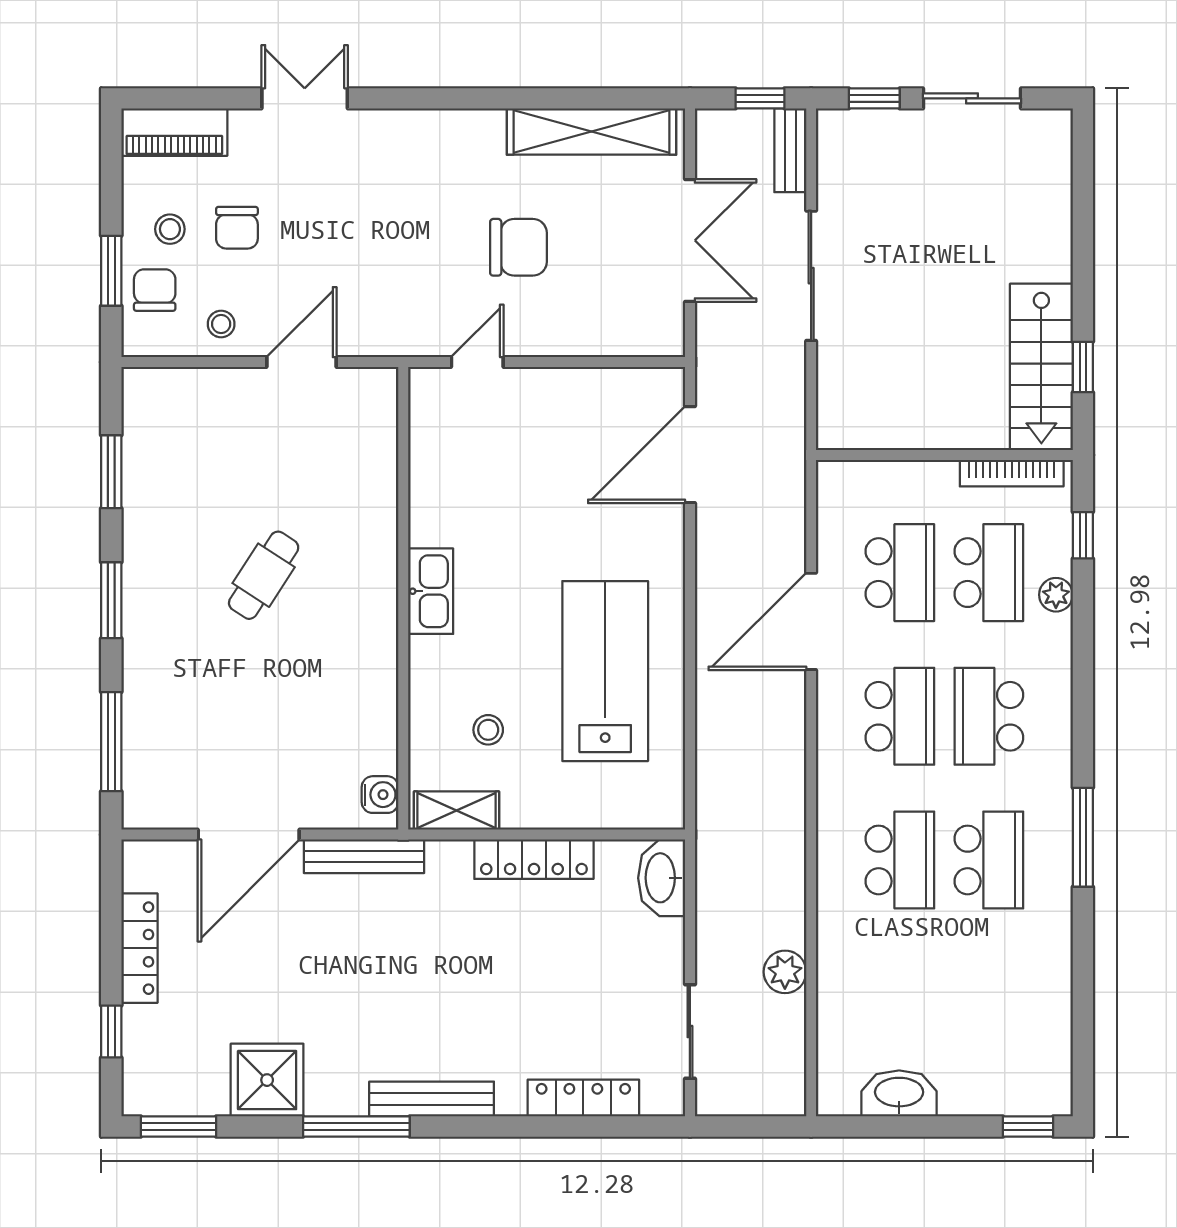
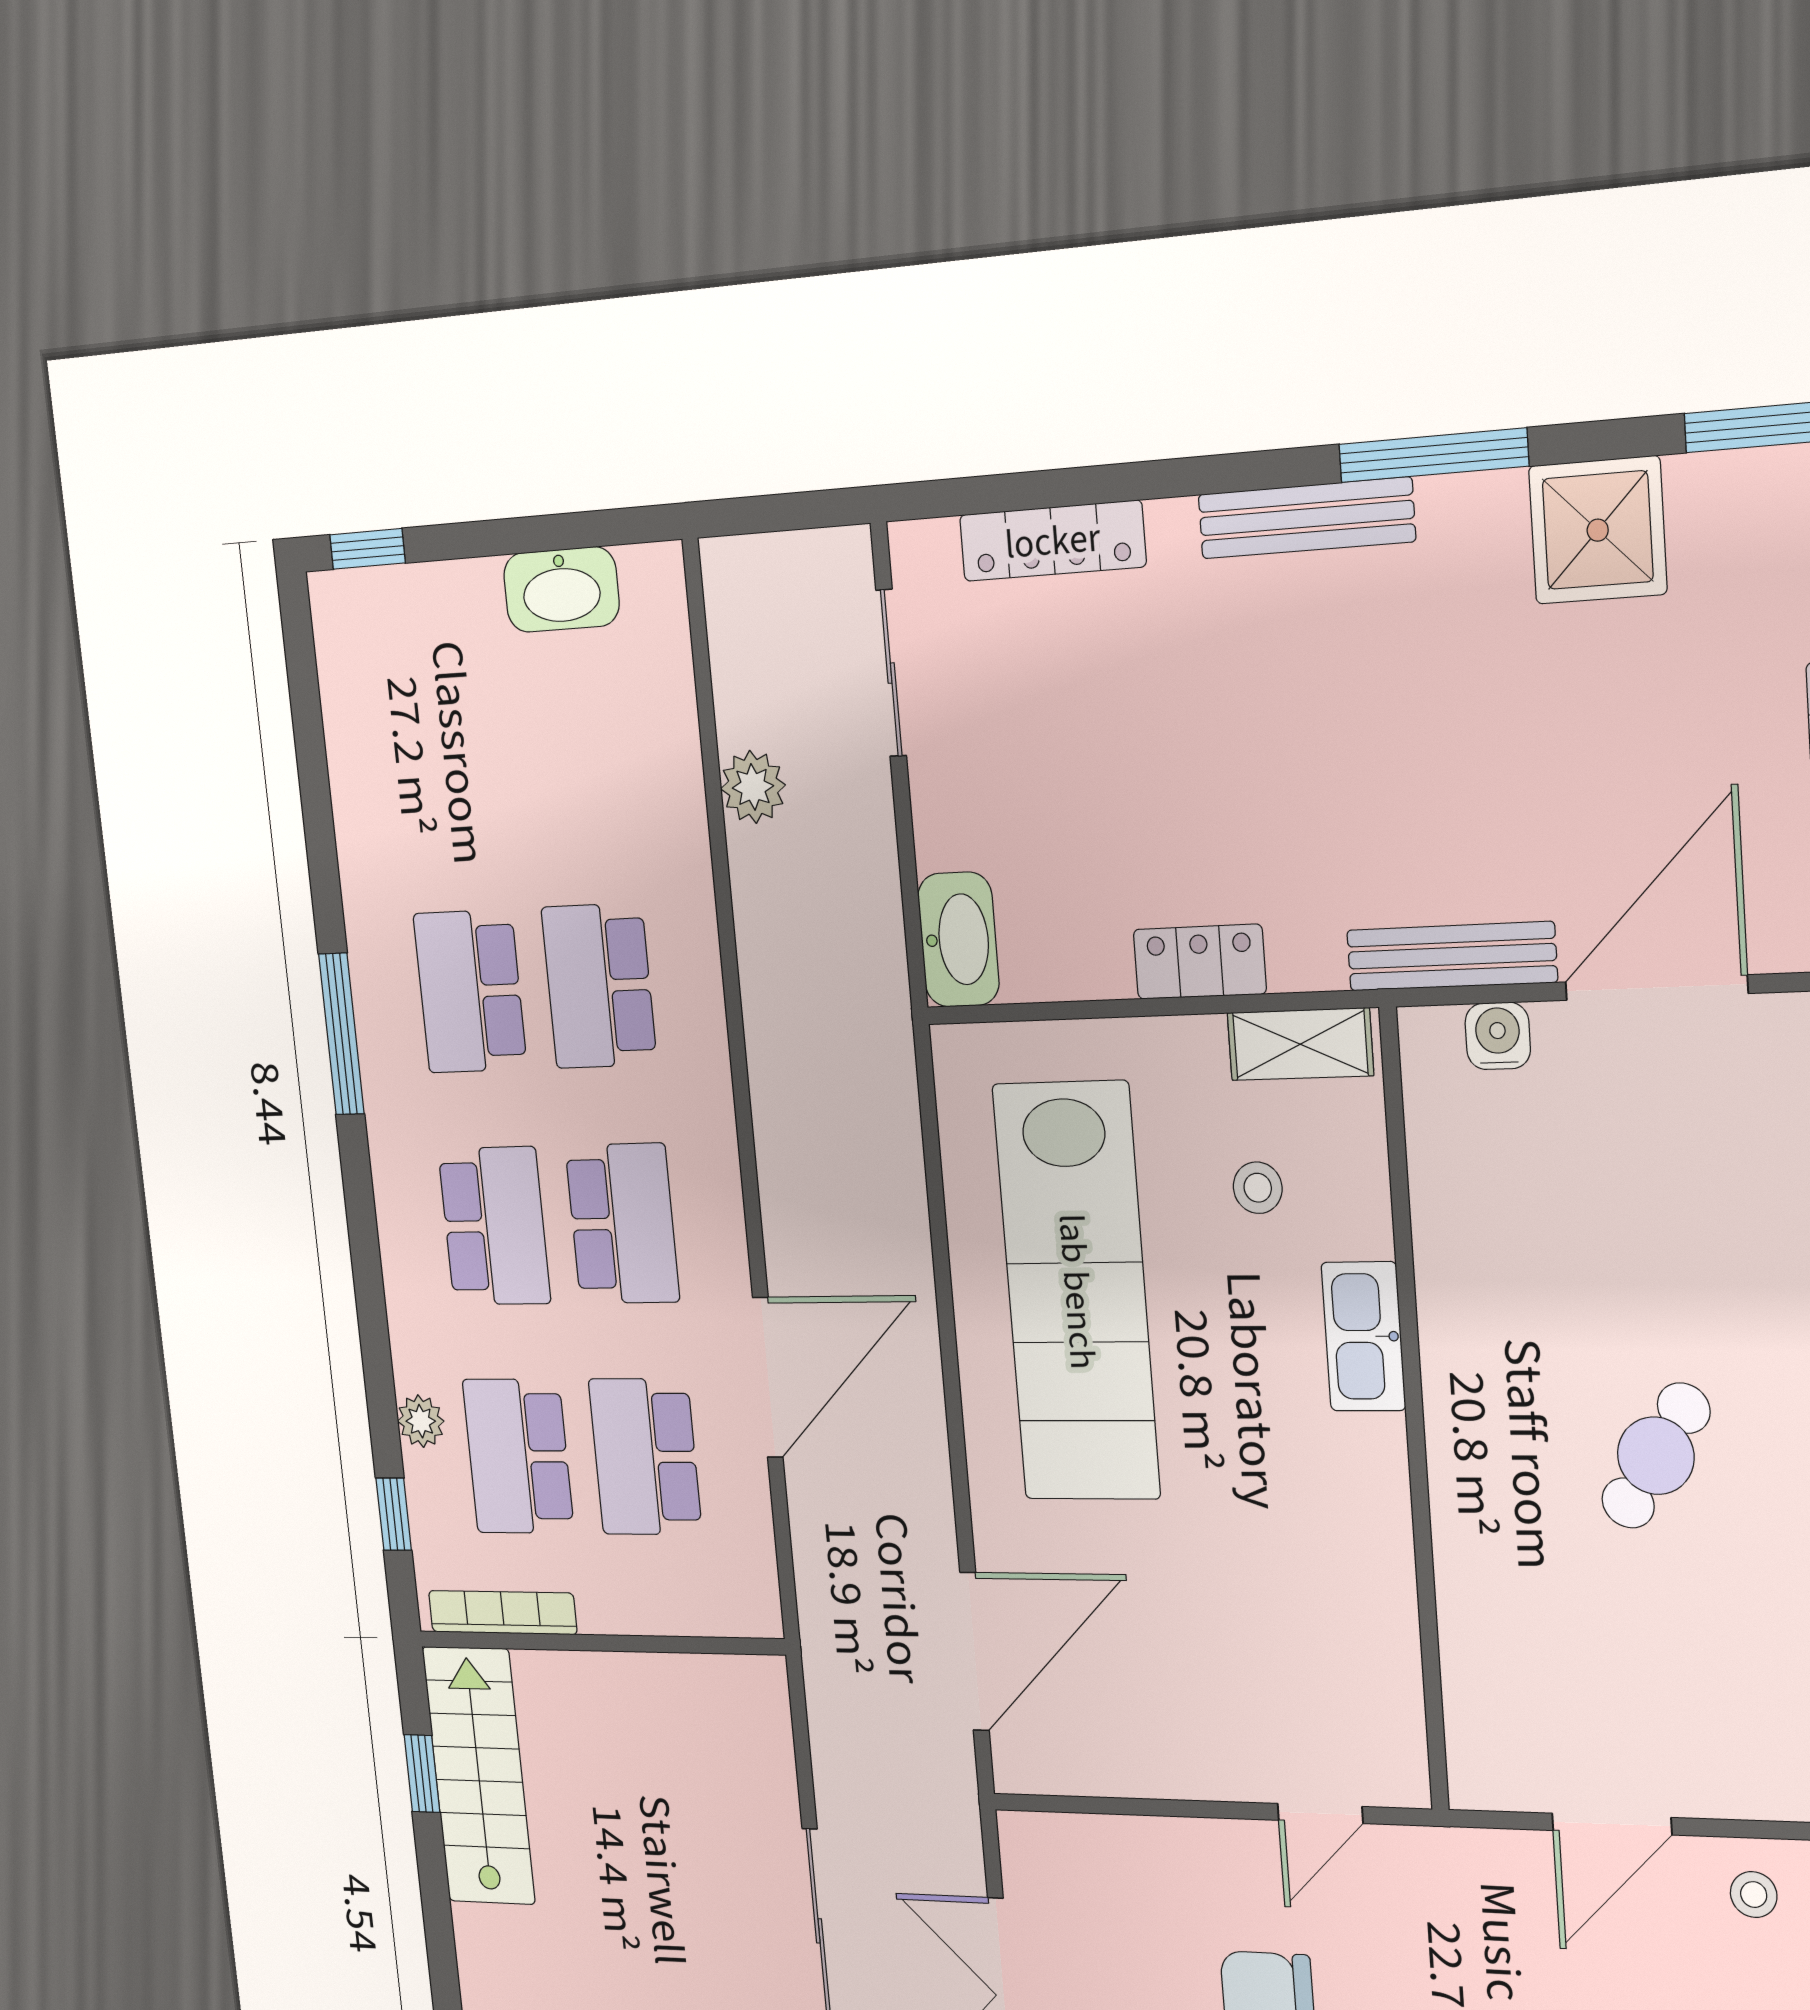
kitchen sink: (431, 591) -> (1363, 1336), moved
lab bench: (605, 671) -> (1077, 1292), width x1.36
school desk: (900, 716) -> (622, 1224), turned 180
water cooler: (380, 795) -> (1498, 1036), moved, turned 90
locker: (534, 859) -> (1200, 962), width x0.66

